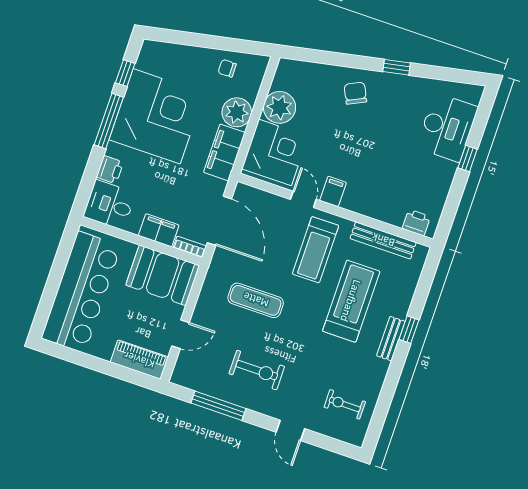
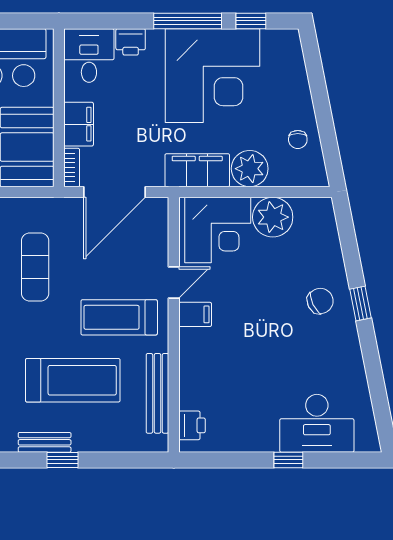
window: (397, 67) -> (361, 303), moved
chair: (227, 68) -> (298, 139), turned 180

